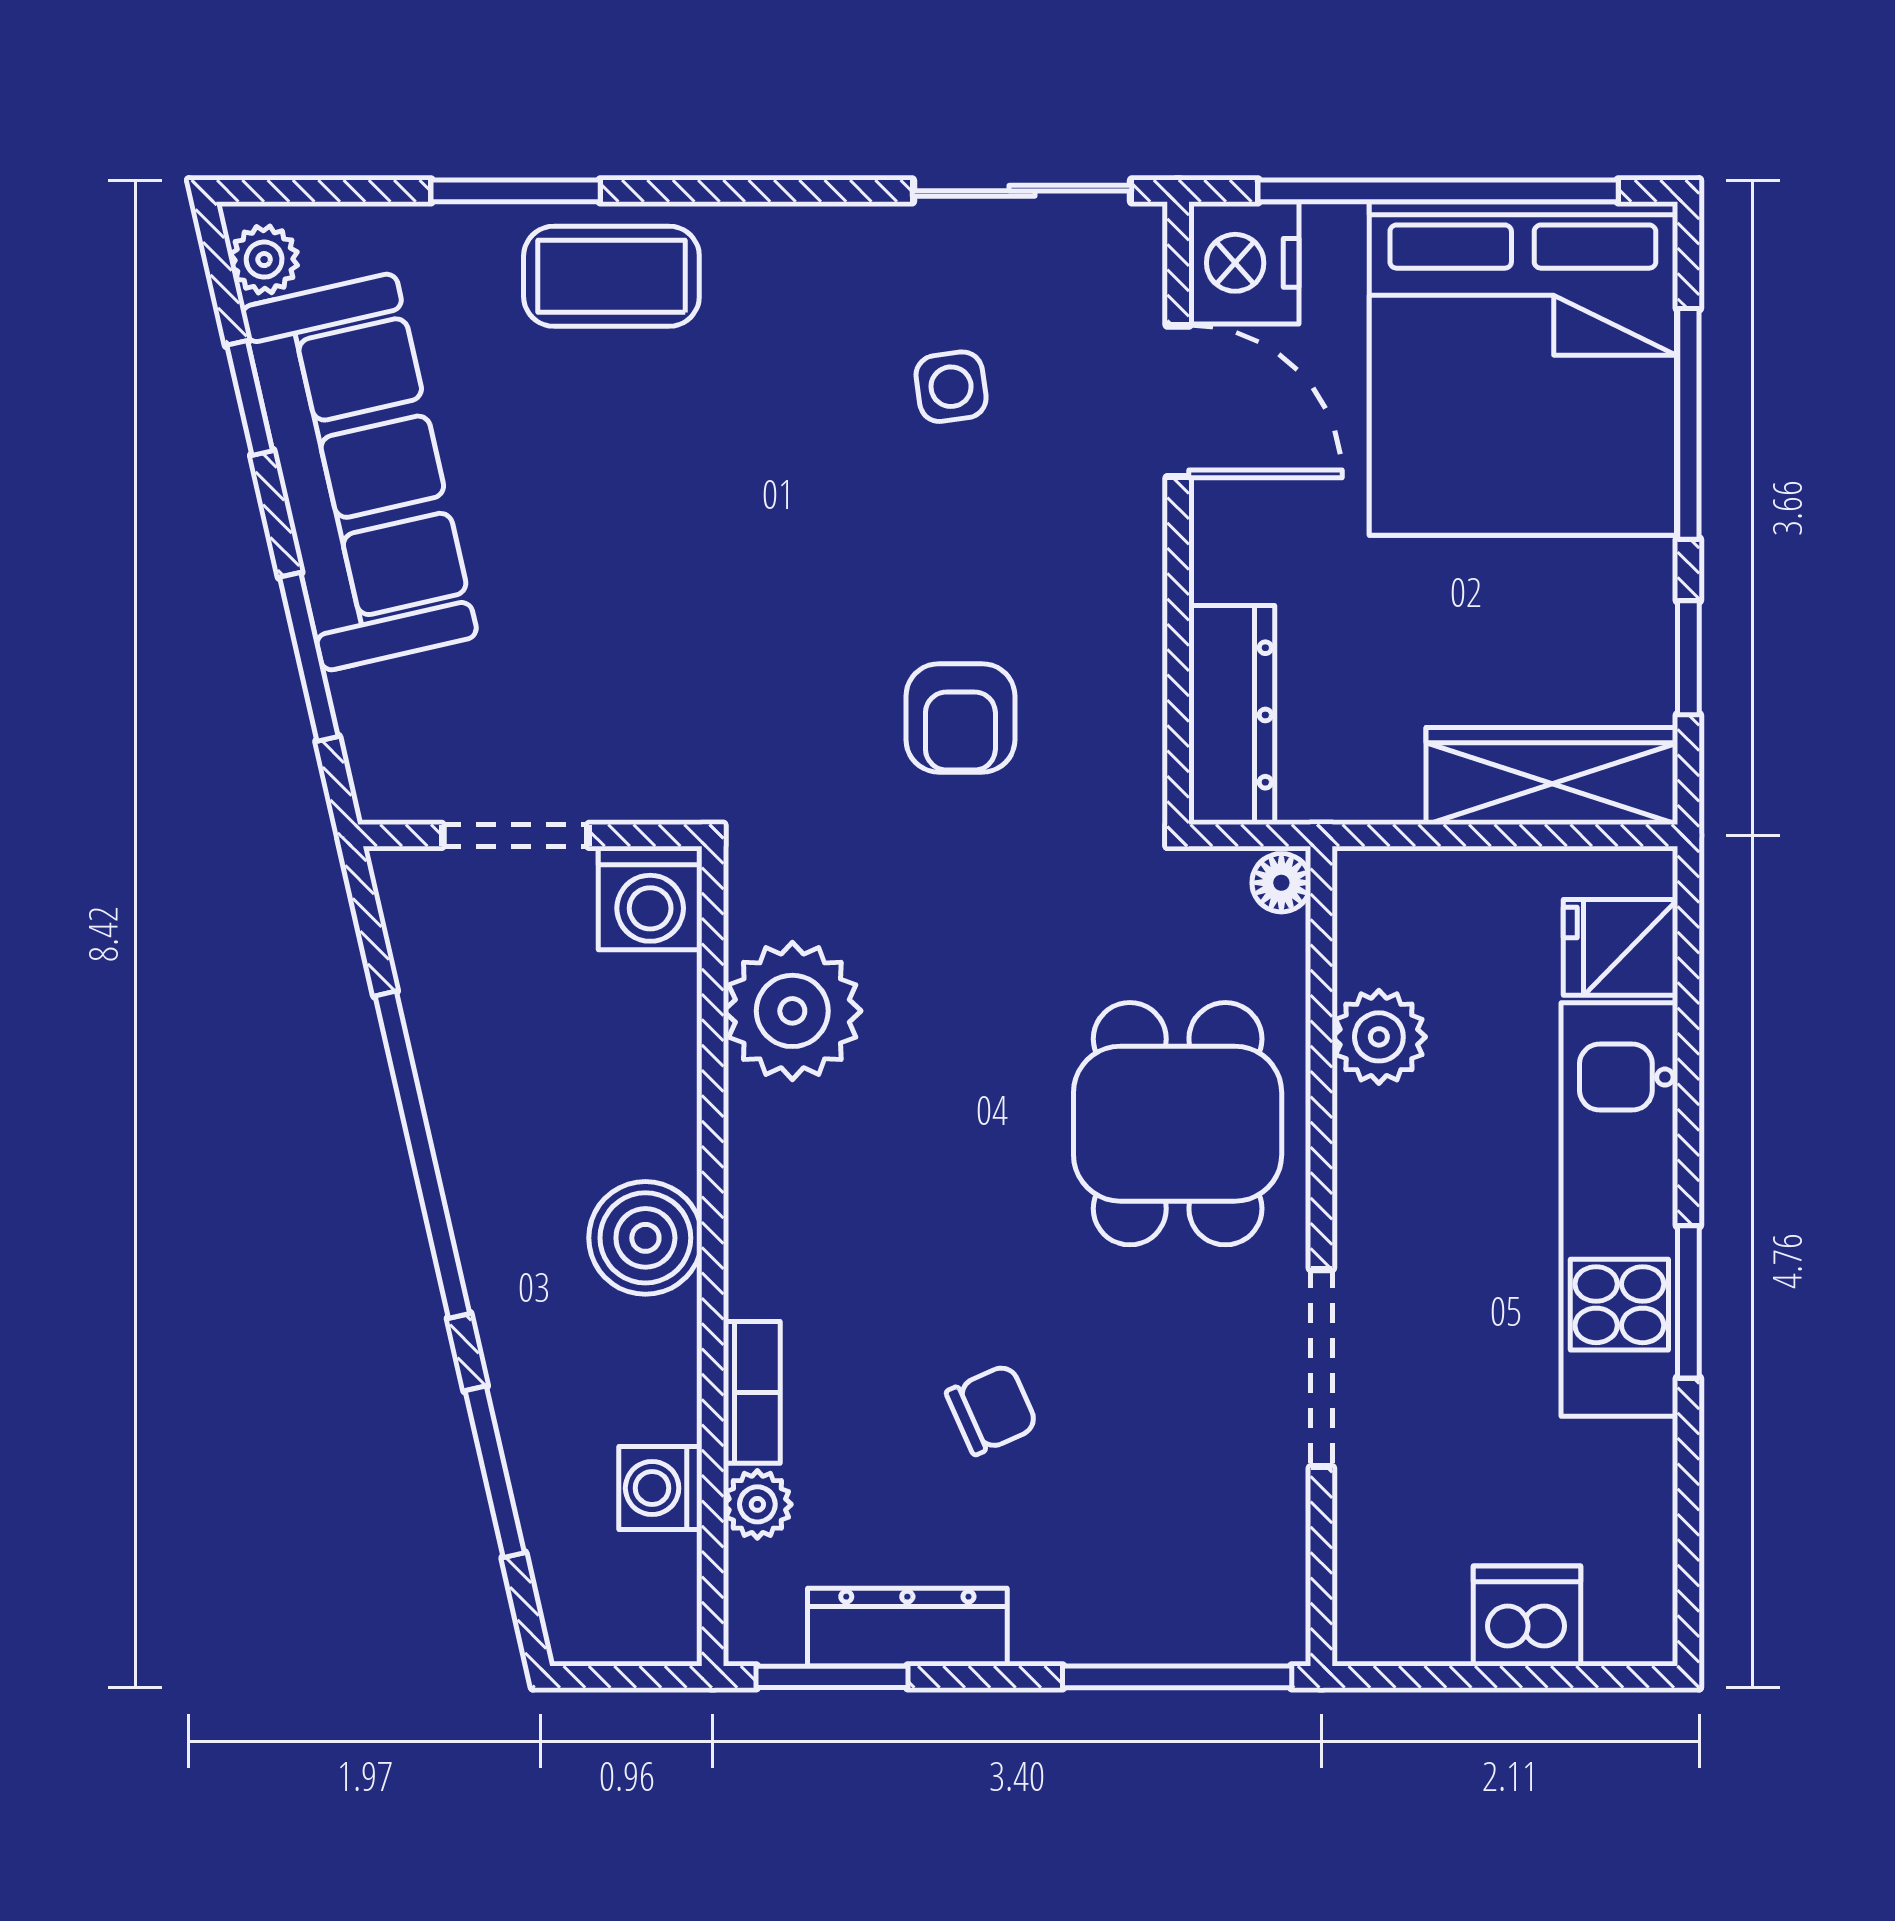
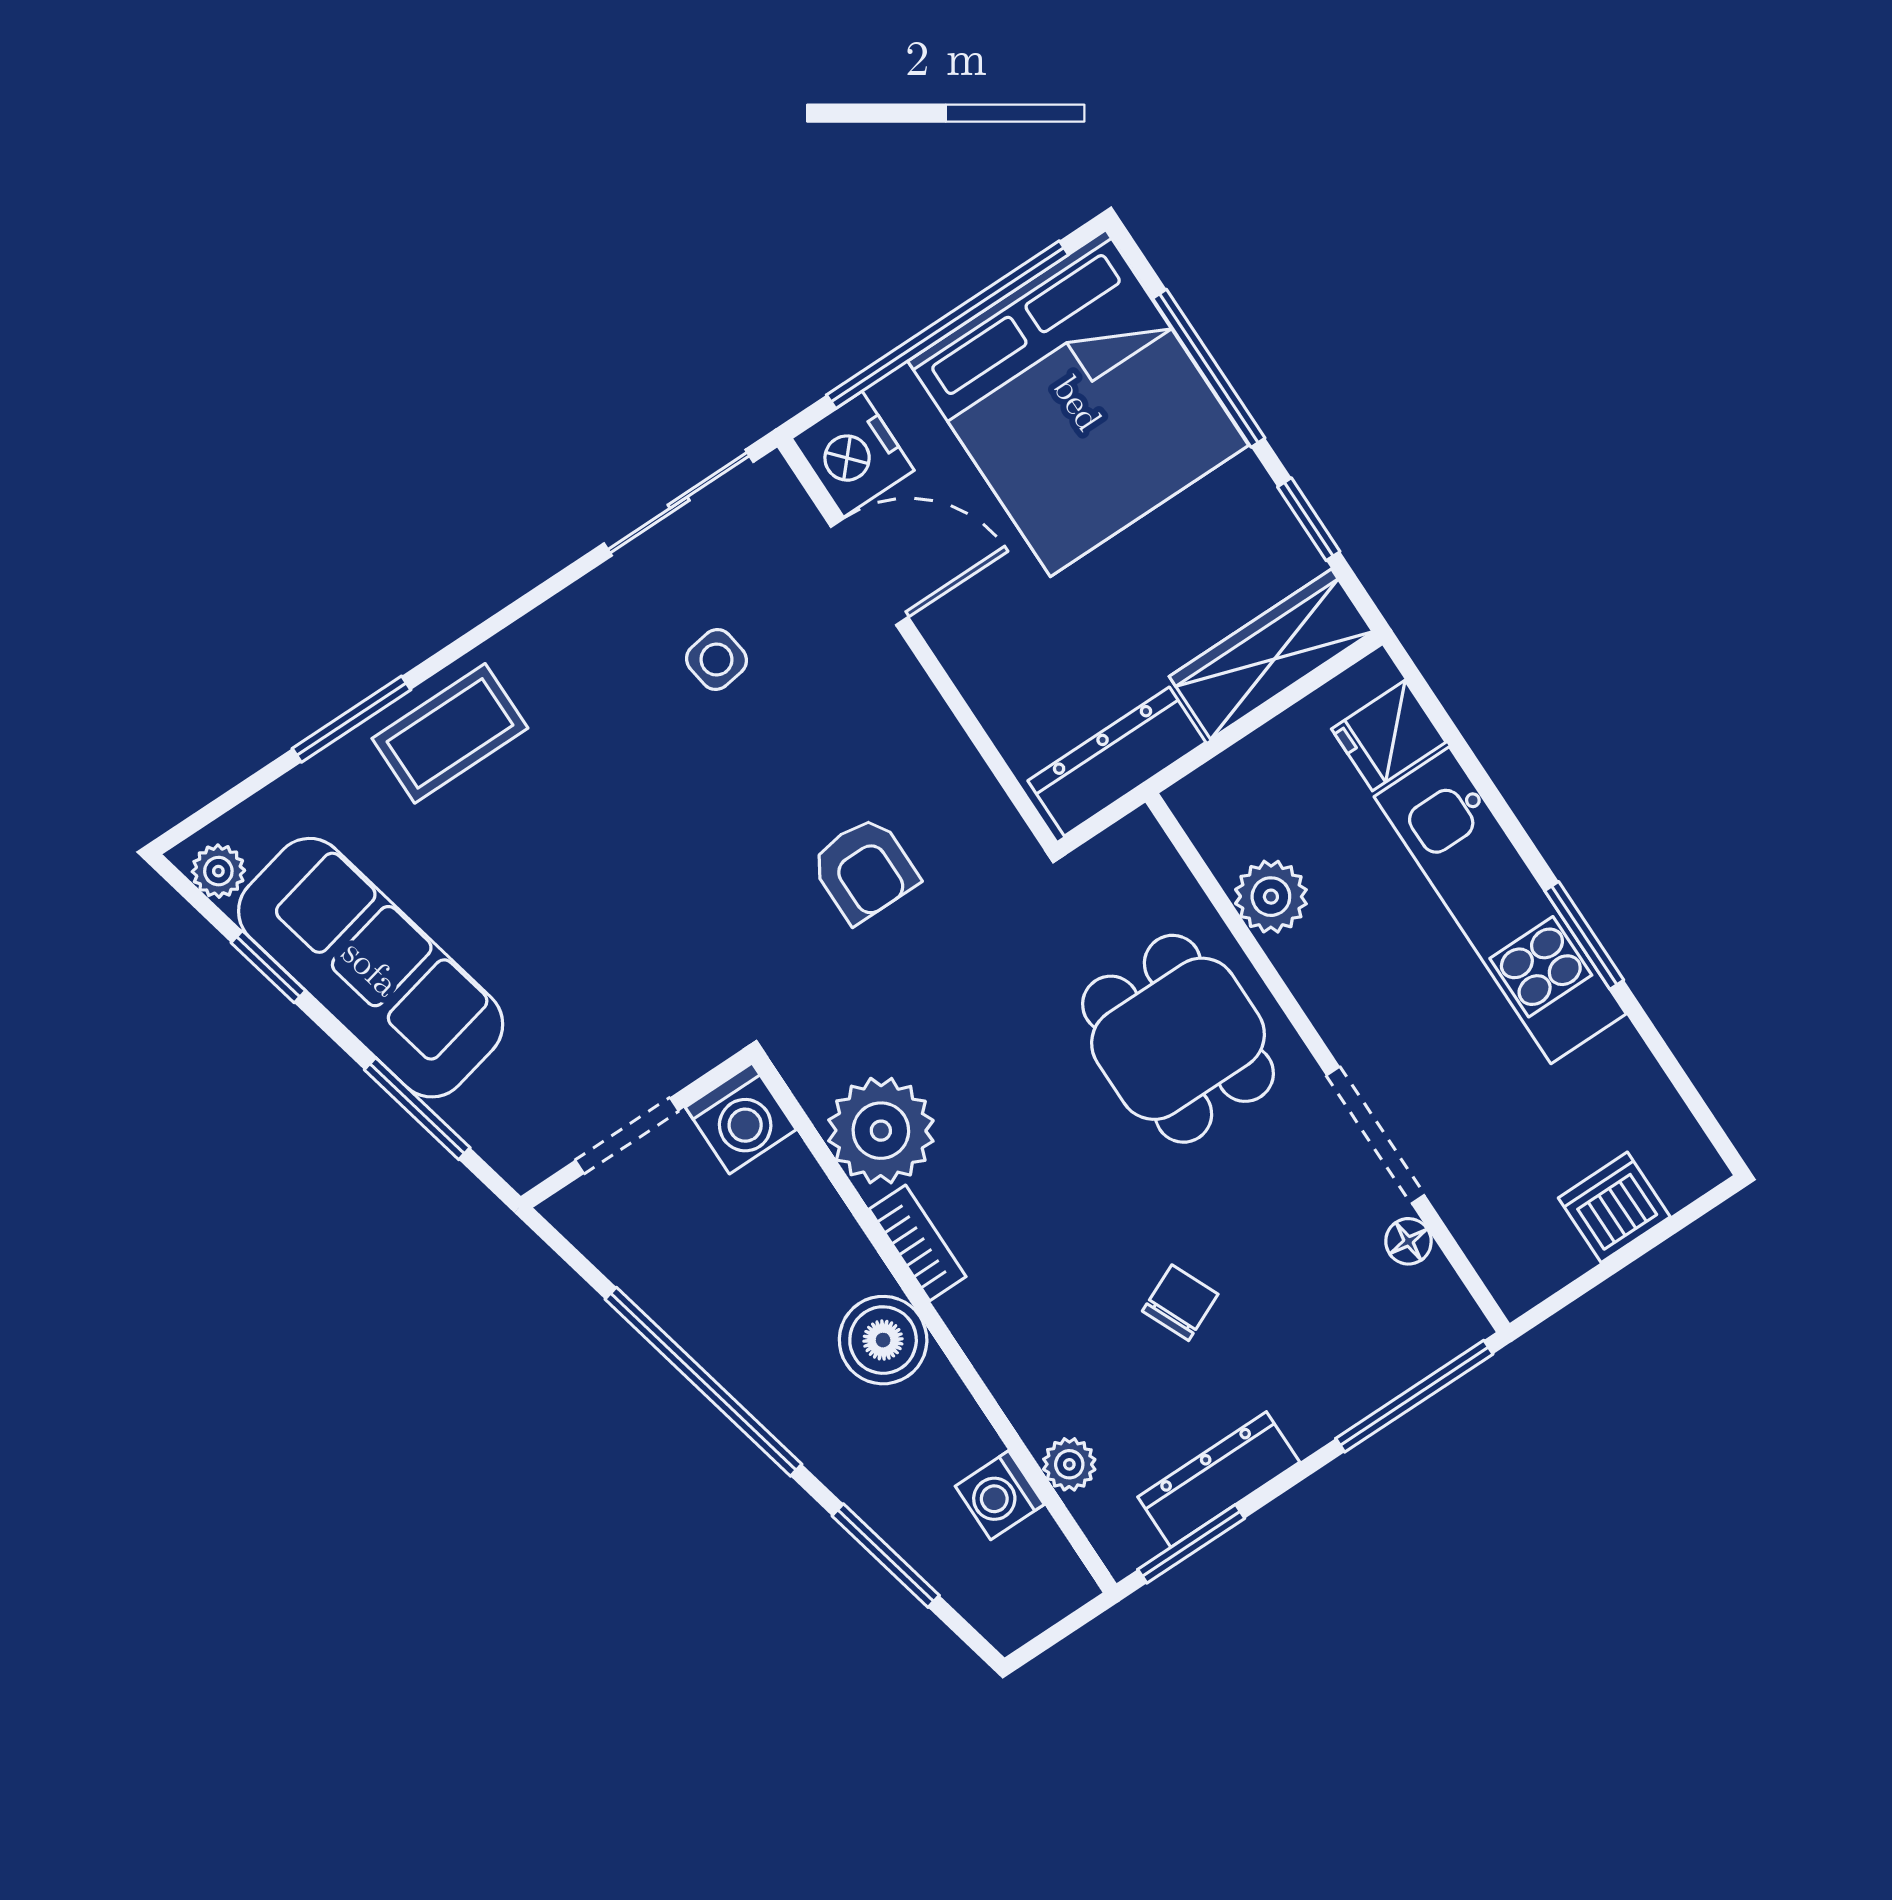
dresser: (1232, 715) -> (1117, 762), moved, turned -90
floor lamp: (1281, 883) -> (1408, 1241), moved
bookcase: (752, 1392) -> (918, 1243), moved

